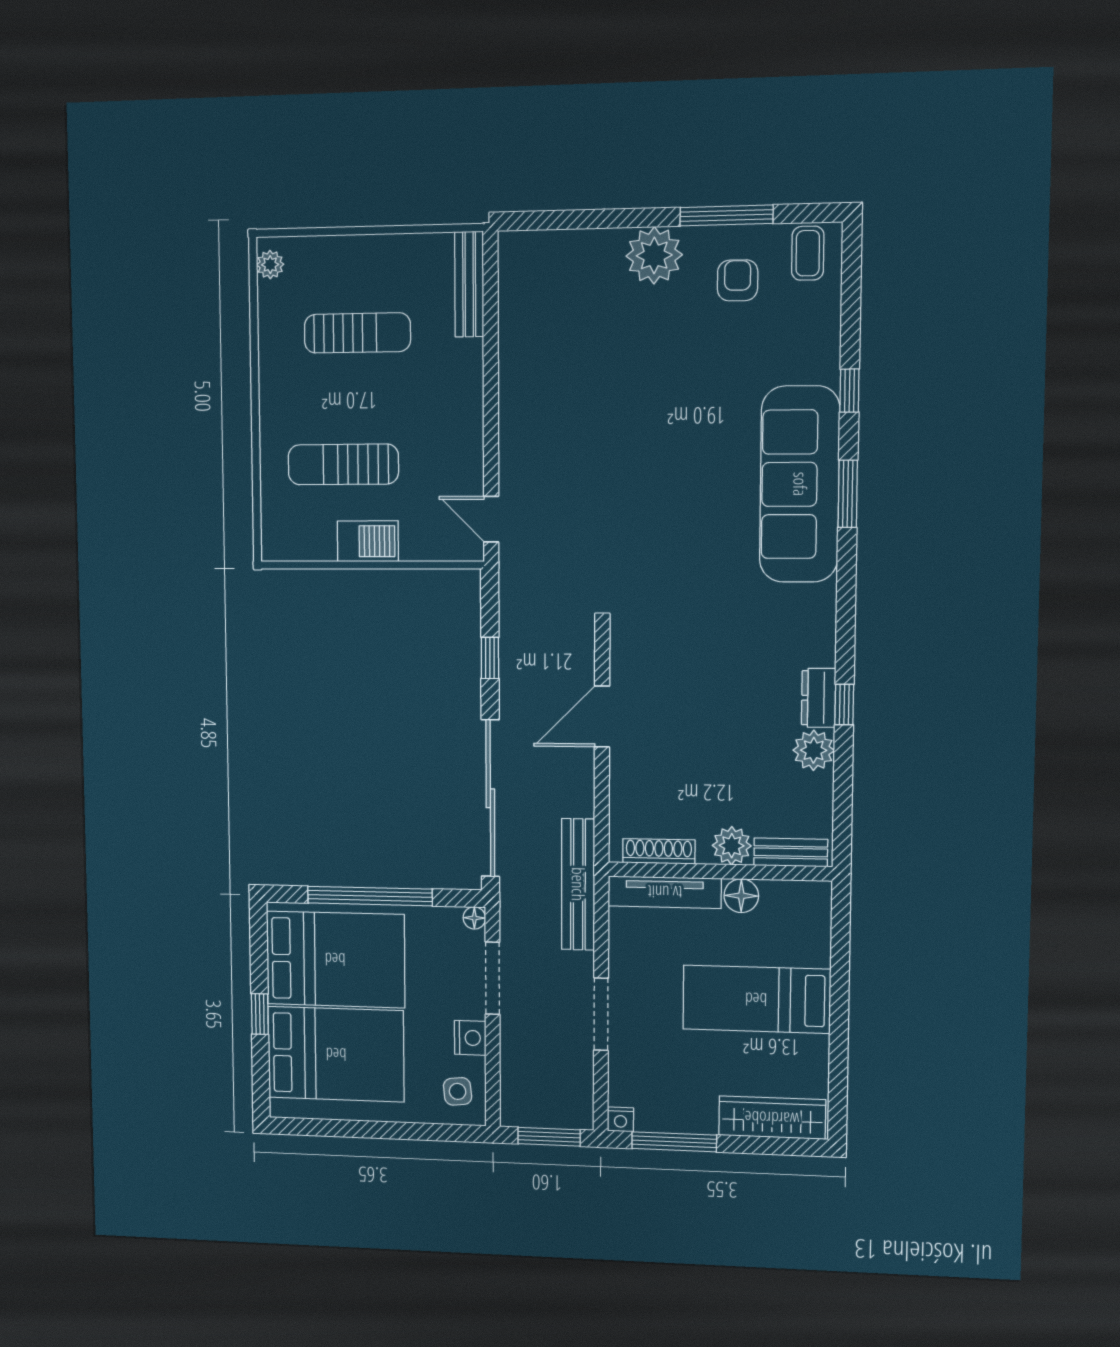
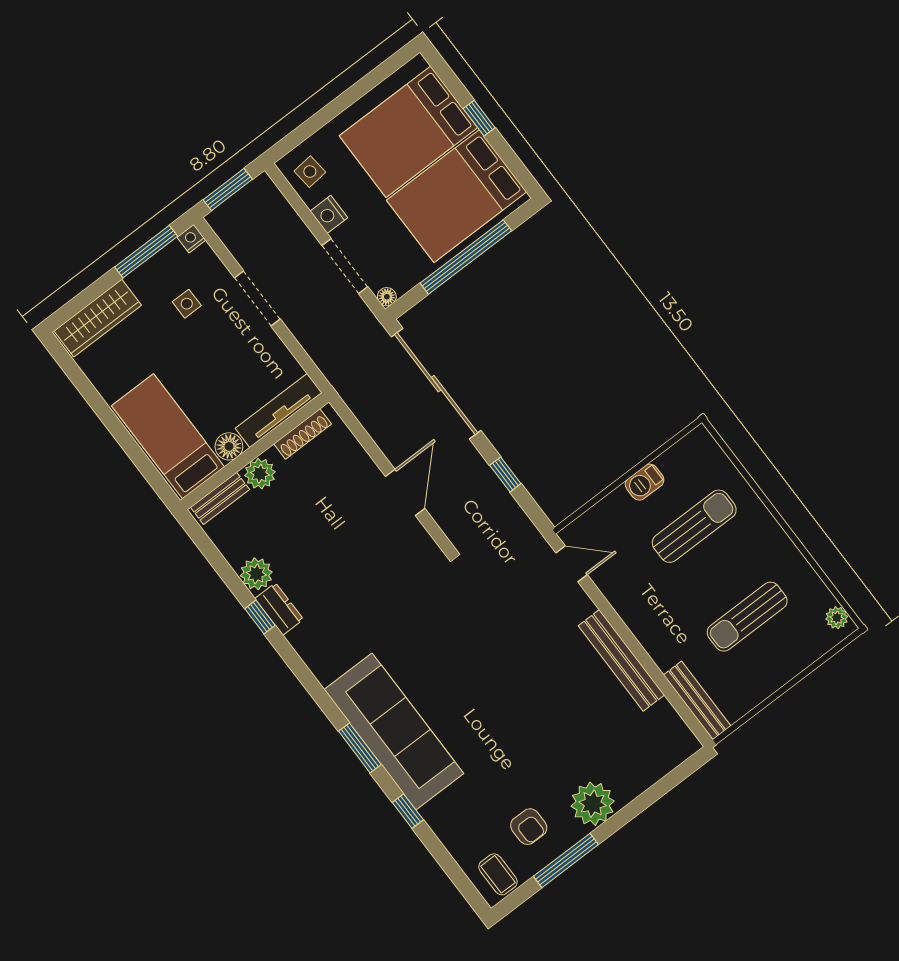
barbecue: (368, 541) -> (645, 482), width x0.73, depth x0.79
bench: (578, 884) -> (621, 660), moved
bed: (756, 999) -> (168, 436), moved, turned -90
side table: (674, 1063) -> (187, 304), added

